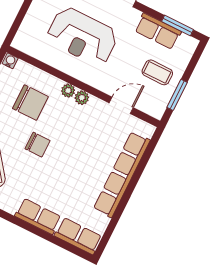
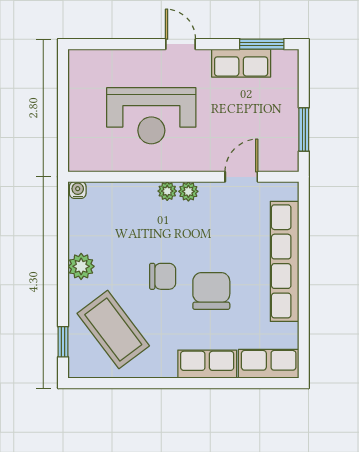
coffee table: (157, 72) -> (266, 114), removed
chair: (30, 103) -> (211, 291), moved, turned -90

